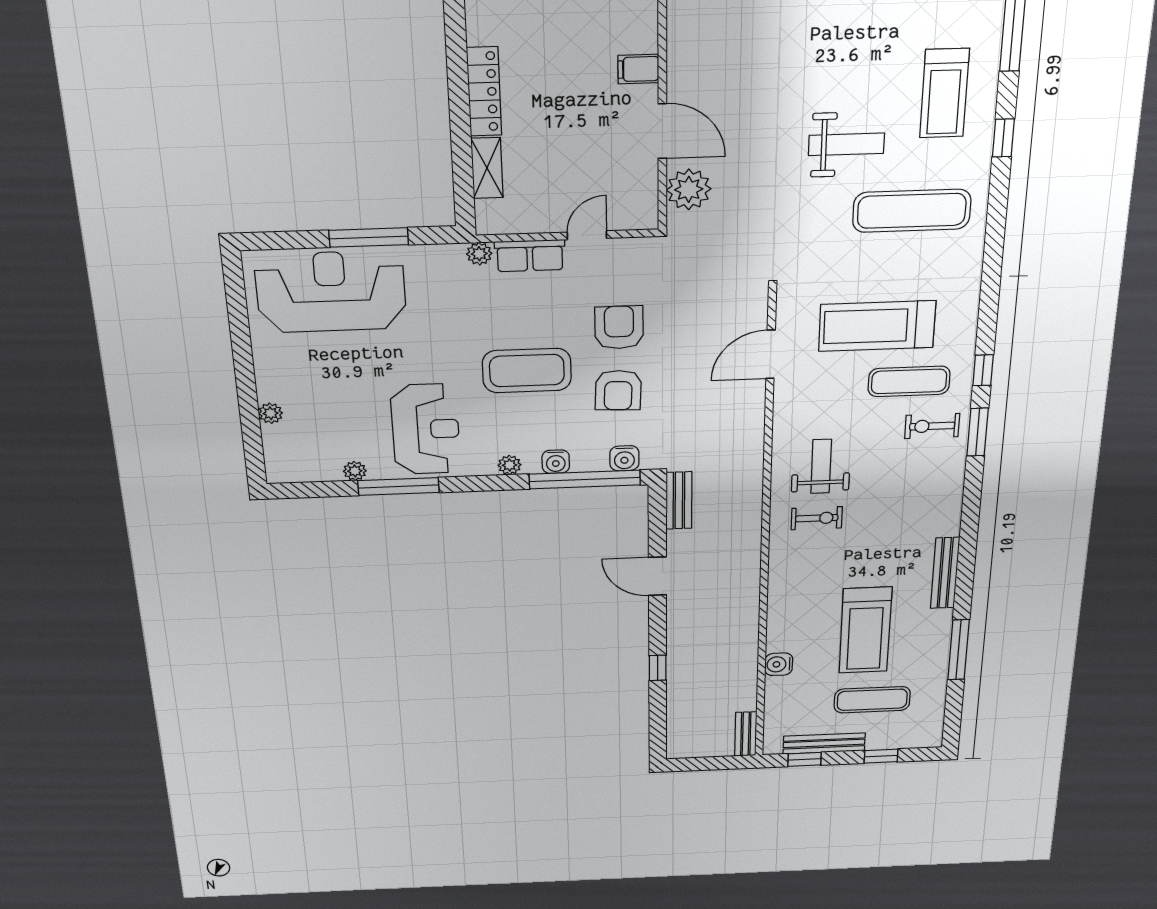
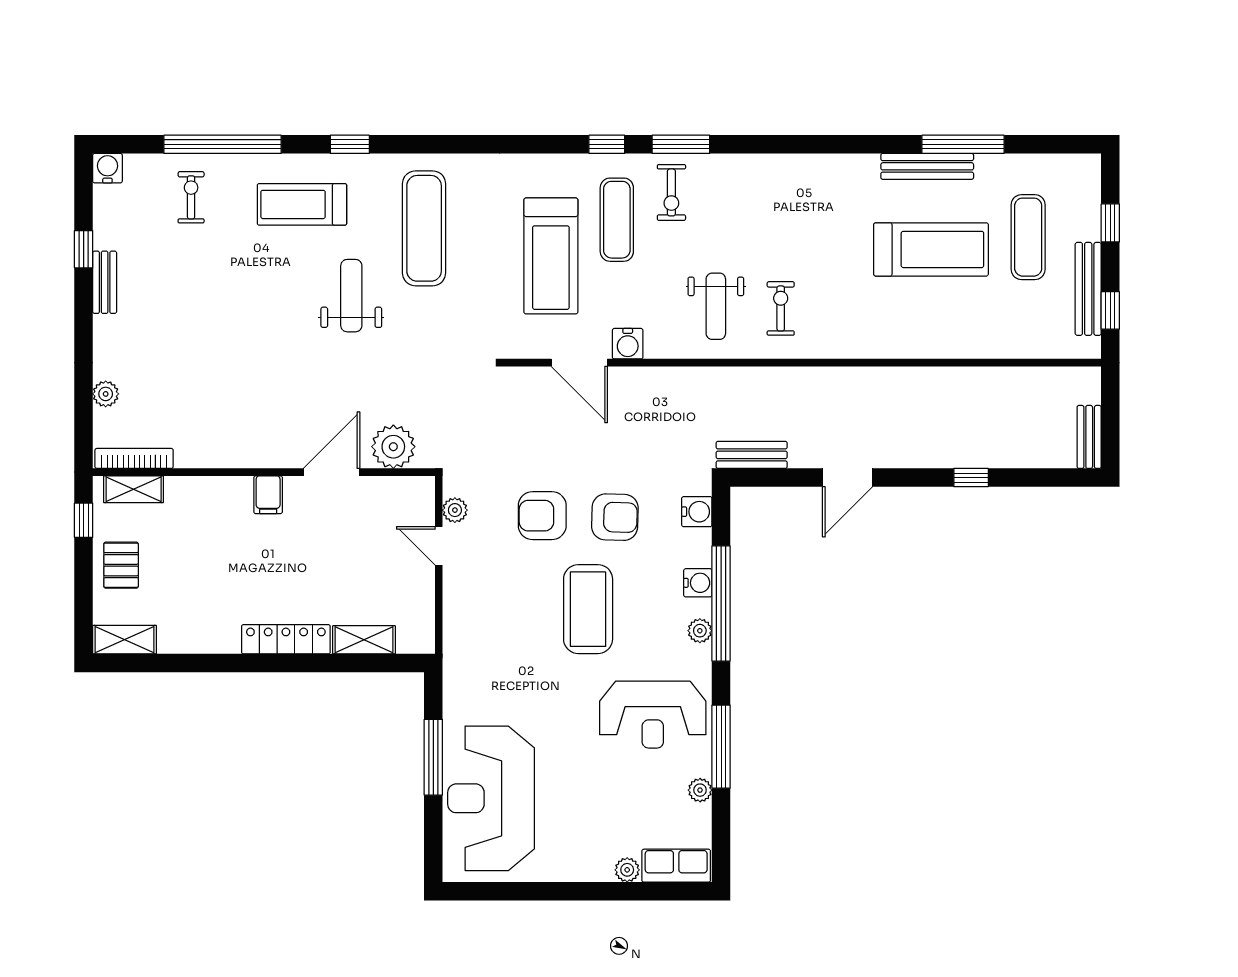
treadmill: (944, 93) -> (302, 204), turned 180
plant: (479, 254) -> (455, 510), moved
row of seats: (530, 256) -> (676, 866), moved, turned -90
reception desk: (426, 429) -> (653, 715), turned 180
weight bench: (821, 466) -> (716, 306), turned -90
window: (585, 479) -> (721, 604), moved
bench: (945, 573) -> (927, 166), moved
water cooler: (779, 664) -> (628, 344), moved
bench: (746, 734) -> (1089, 437), moved, turned 90

